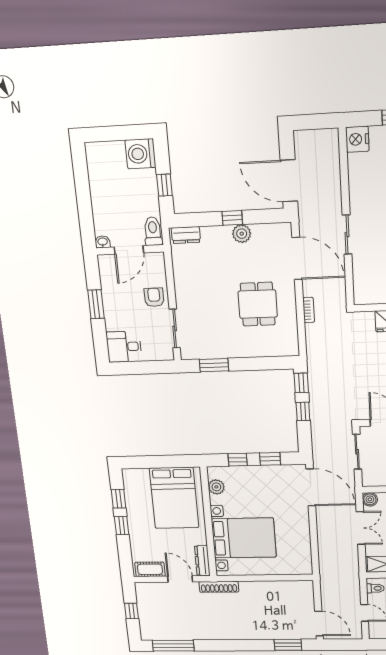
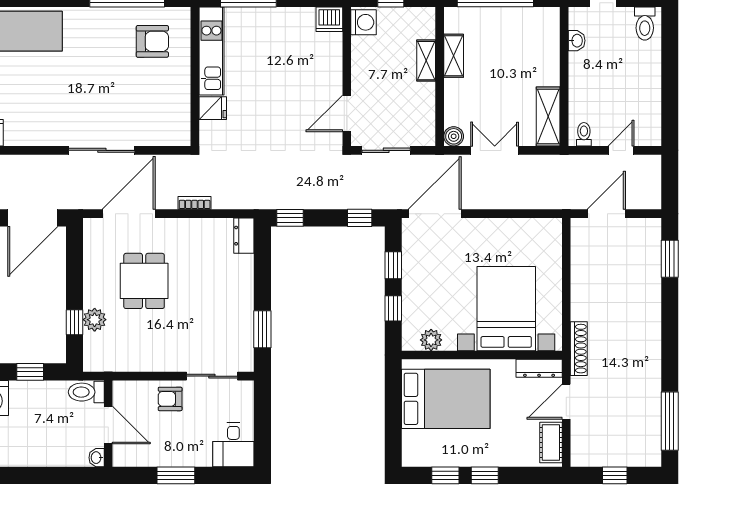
window: (232, 218) -> (74, 322), moved
plant: (242, 234) -> (95, 320), moved
dresser: (186, 235) -> (244, 236), moved, turned 180
sliding door: (347, 235) -> (102, 150), width x1.37
dining table: (258, 304) -> (144, 281), moved, turned 90
window: (303, 411) -> (360, 218), moved
door: (319, 624) -> (606, 214), moved

